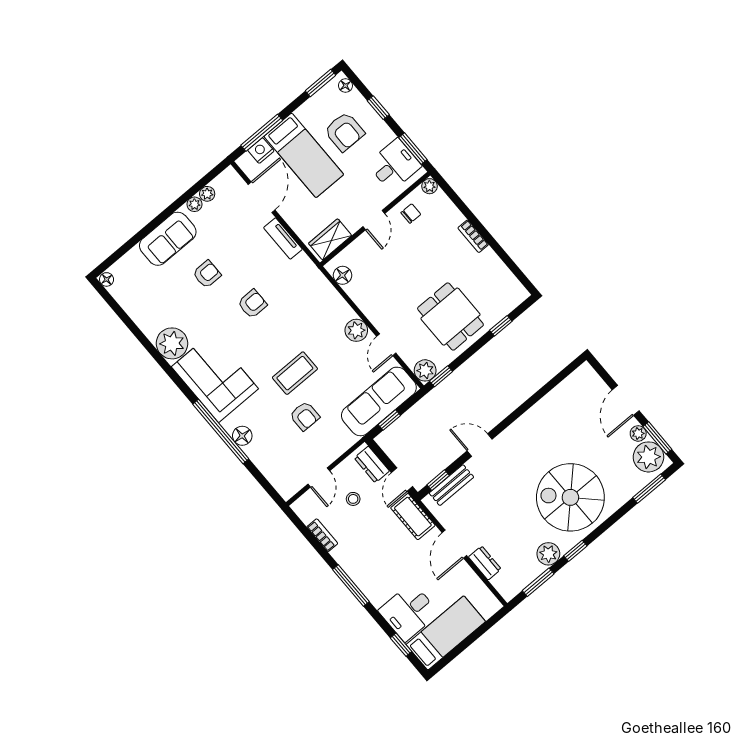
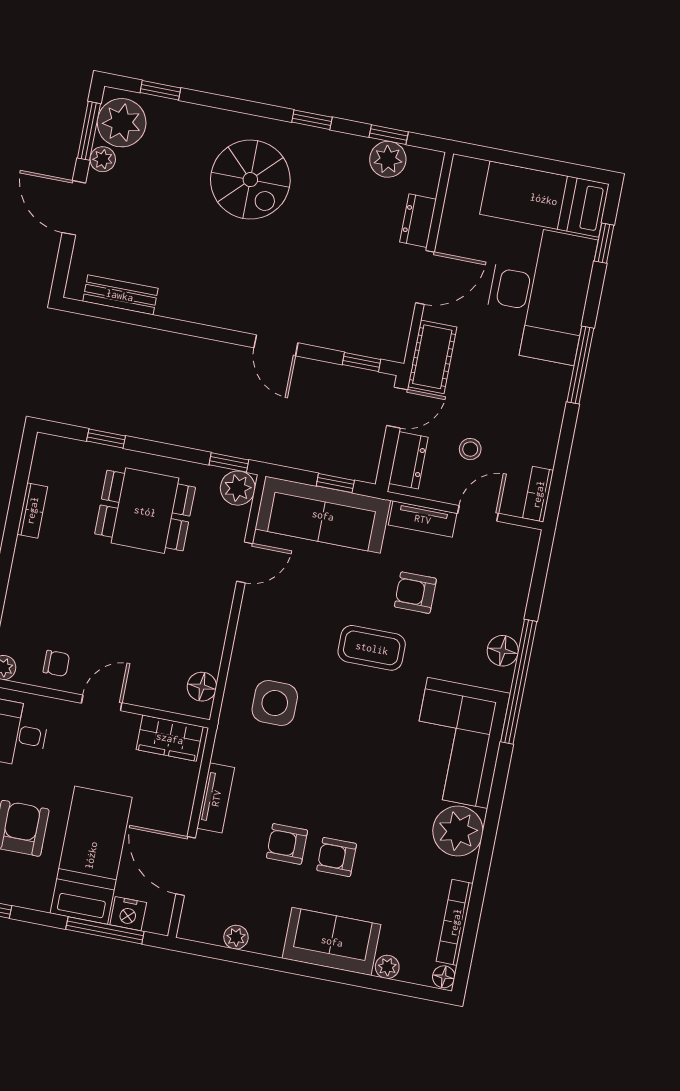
door: (262, 197) -> (186, 866), hinge flipped
plant: (194, 204) -> (387, 967), moved
chair: (411, 214) -> (56, 663), turned 180
bookcase: (473, 236) -> (32, 510), moved
armchair: (252, 304) -> (287, 844), moved
side table: (306, 304) -> (275, 703), added
bookcase: (129, 306) -> (455, 922), added
dining table: (450, 317) -> (145, 511), turned 90
plant: (356, 330) -> (257, 614), removed
door: (626, 400) -> (74, 208), swing flipped
armchair: (305, 416) -> (415, 593), turned -90
tv unit: (338, 448) -> (423, 519), added
bench: (451, 485) -> (120, 295), moved
window: (649, 489) -> (160, 90), width x0.67
spiral stairs: (570, 497) -> (250, 180), width x0.73, depth x0.73
bookcase: (322, 535) -> (538, 494), moved
plant: (548, 554) -> (388, 159), moved
window: (538, 582) -> (389, 135), width x0.67
desk: (409, 612) -> (539, 294), width x1.87, depth x1.30

